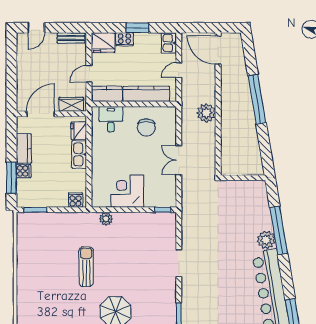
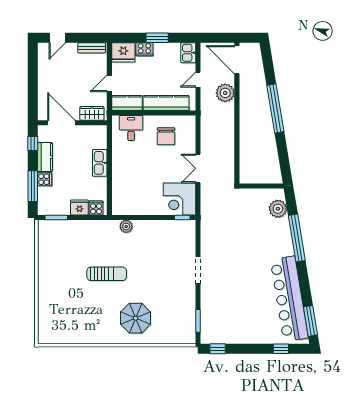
plant: (206, 113) -> (225, 93), moved
door: (40, 114) -> (61, 123), hinge flipped
fridge: (79, 131) -> (79, 208), moved, turned 90
window: (11, 135) -> (33, 143), added
corner desk: (127, 191) -> (180, 199), moved, turned -90
plant: (266, 240) -> (278, 209), moved
sun lounger: (86, 267) -> (107, 274), turned 90

